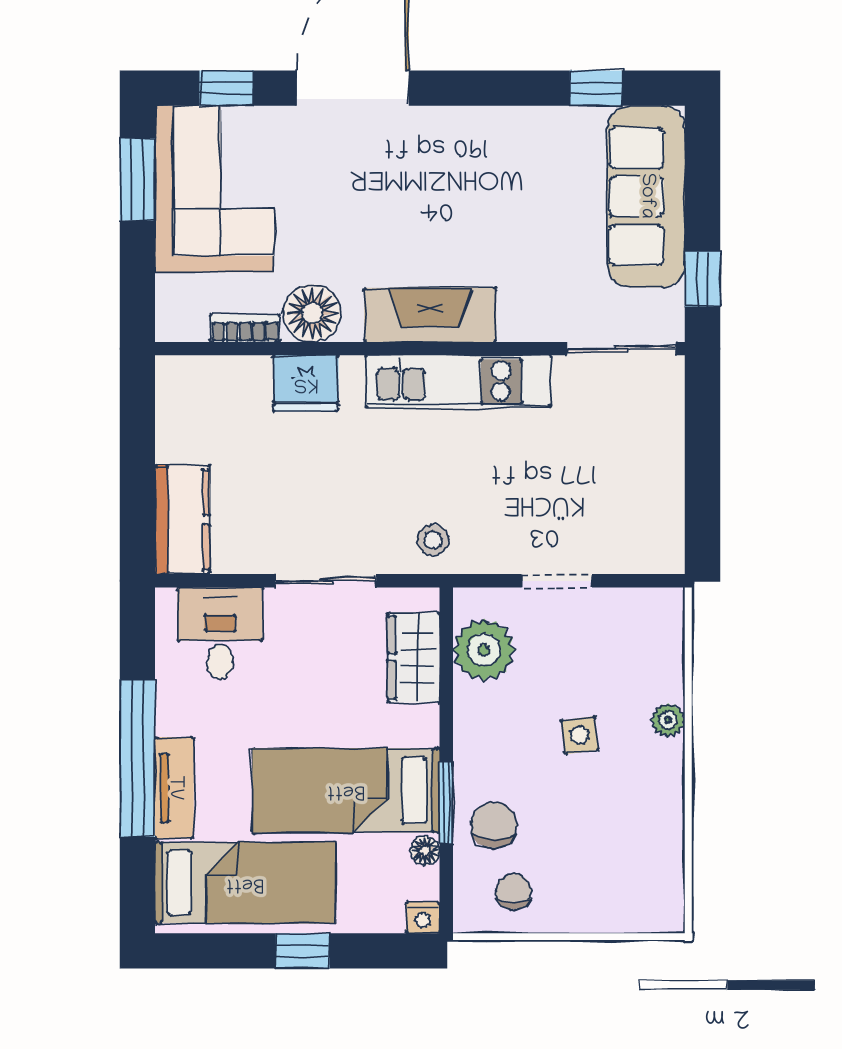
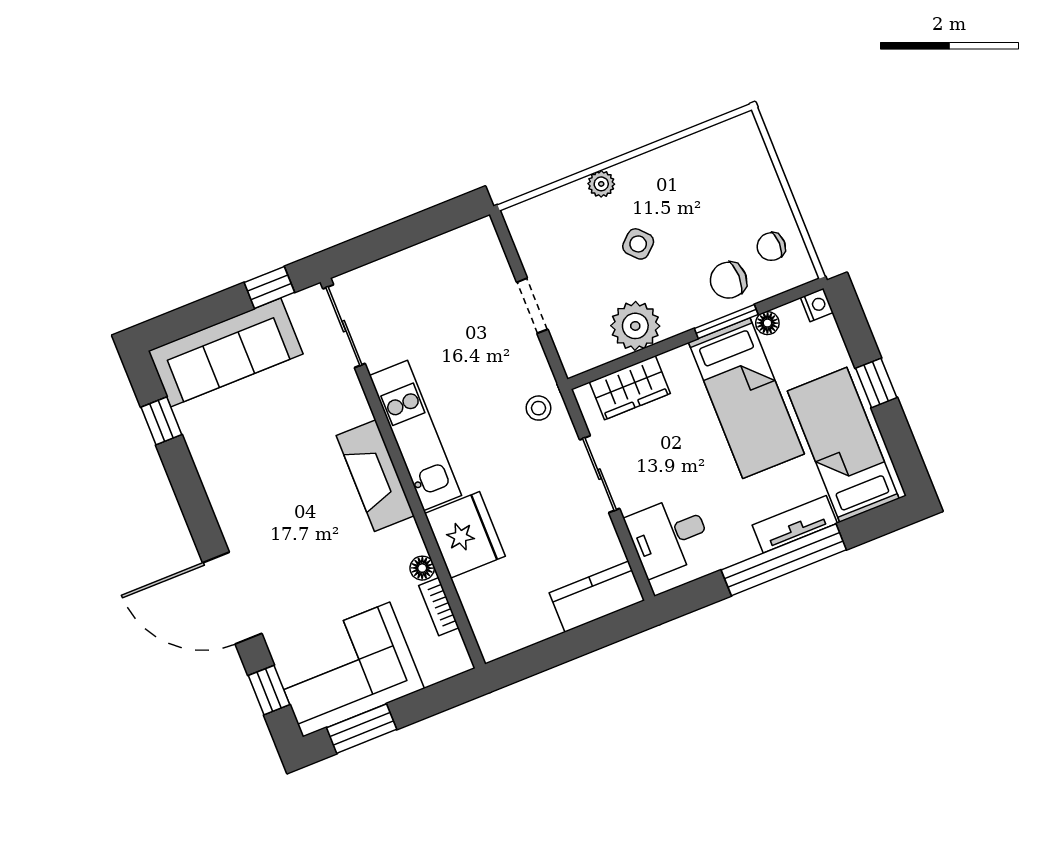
floor lamp: (312, 313) -> (422, 568), width x0.53, depth x0.53
fridge: (306, 383) -> (465, 535), width x1.36, depth x1.34
plant: (484, 650) -> (635, 326), moved
side table: (580, 735) -> (638, 244), turned -36

